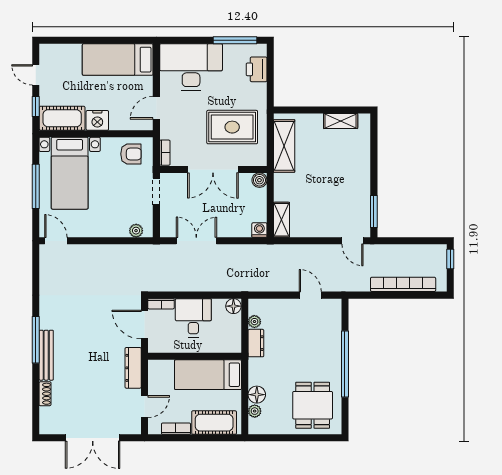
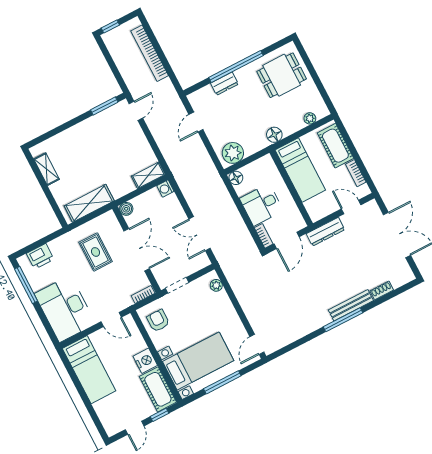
rug: (232, 127) -> (96, 252), width x0.73, depth x0.70
plant: (254, 322) -> (233, 153), width x1.87, depth x1.87
dresser: (256, 343) -> (224, 84), moved, turned 180
floor lamp: (257, 395) -> (274, 135), moved

